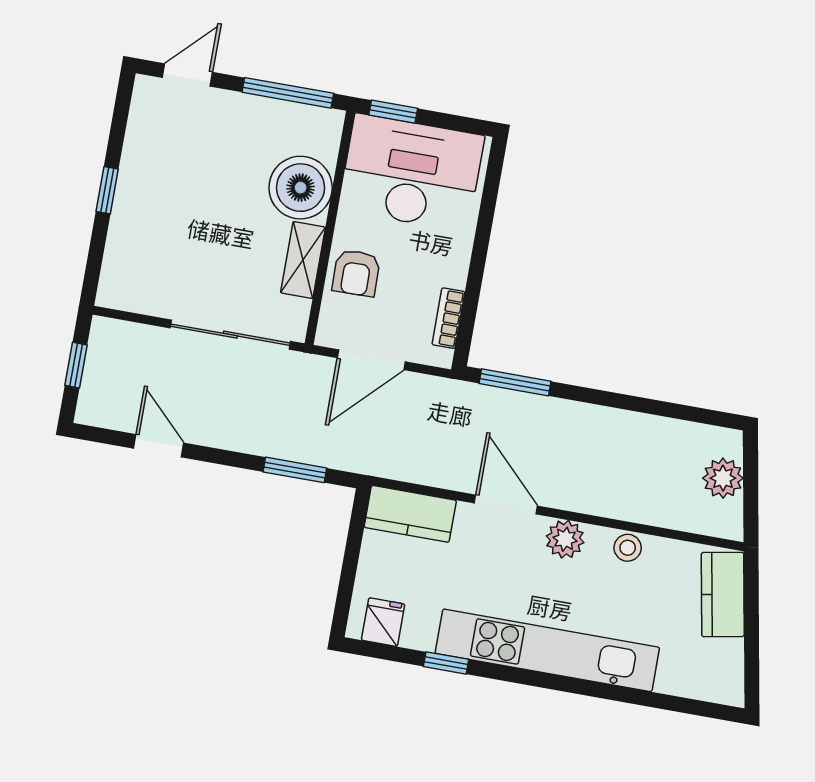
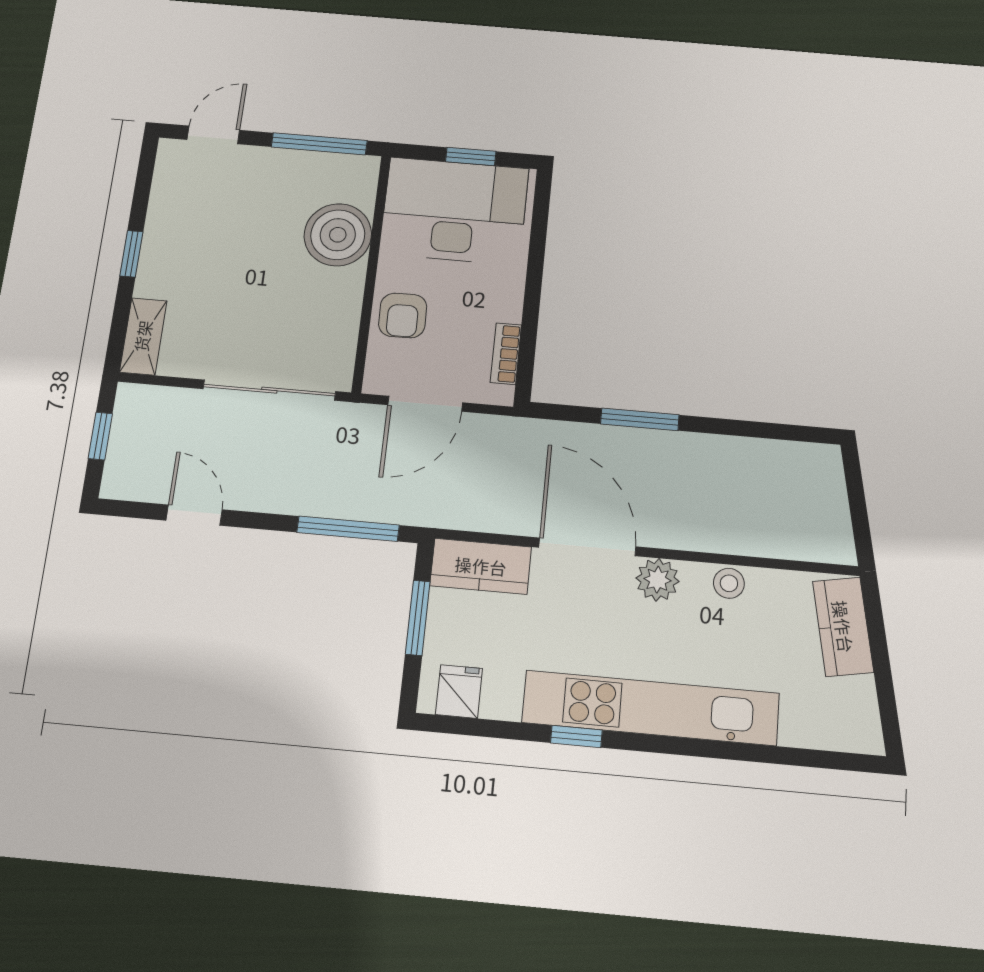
window: (393, 112) -> (471, 156), moved
shelving: (303, 260) -> (143, 336), moved
window: (515, 382) -> (640, 419), moved
window: (295, 470) -> (348, 529), width x1.44
plant: (723, 478) -> (825, 498), removed
door: (506, 505) -> (587, 547), width x1.36
window: (352, 555) -> (418, 618), added
window: (446, 663) -> (576, 736), moved

